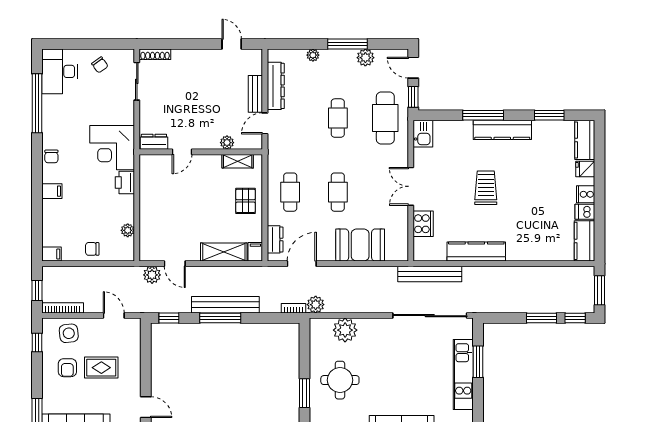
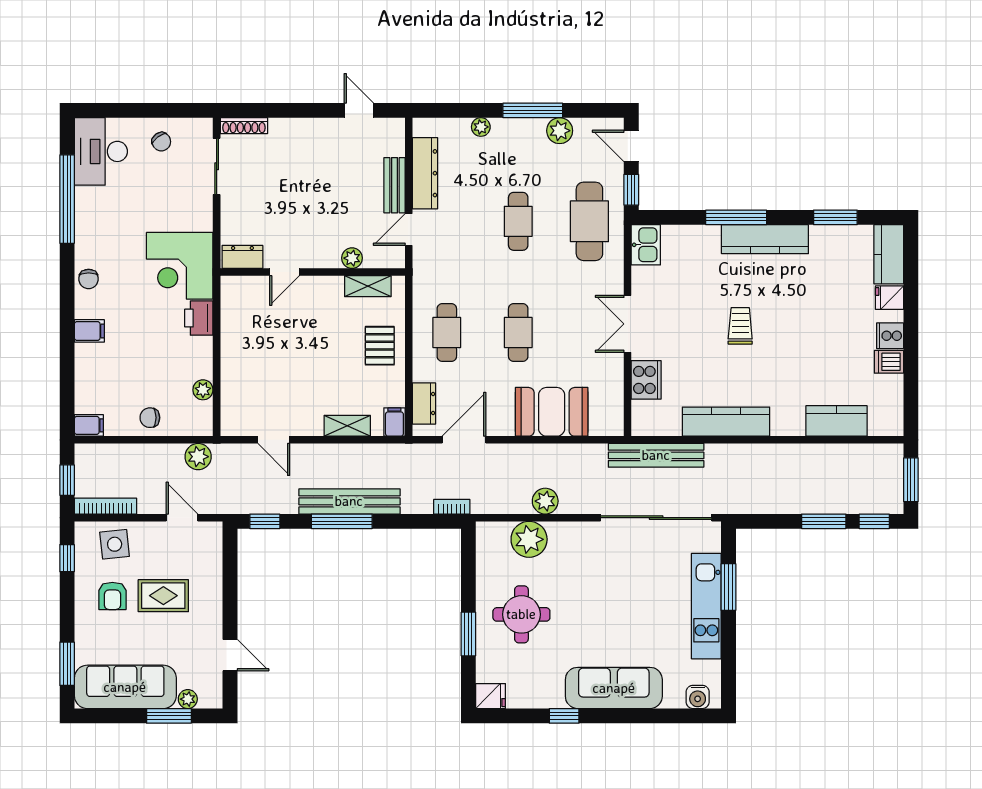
trolley: (486, 188) -> (740, 326), width x0.73, depth x0.72
kitchen counter: (585, 241) -> (836, 421), moved, turned 90
shelving: (224, 252) -> (347, 426), width x0.67, depth x0.75
plant: (152, 275) -> (198, 457), moved
plant: (316, 305) -> (545, 501), moved

